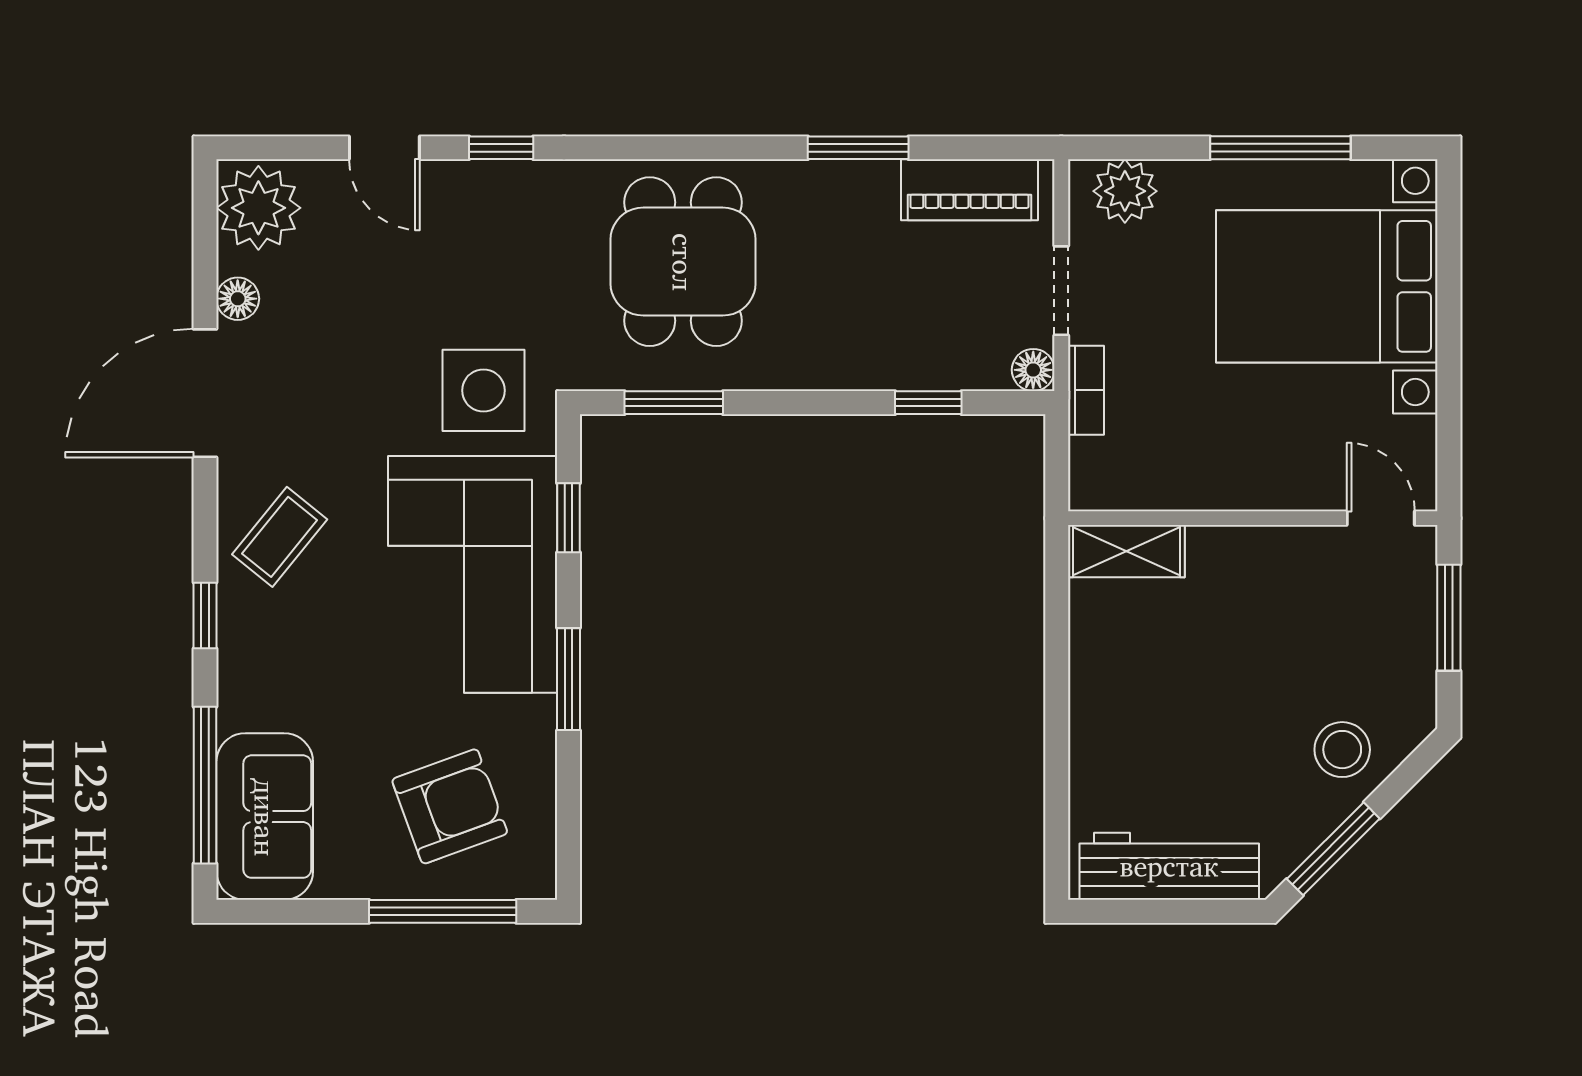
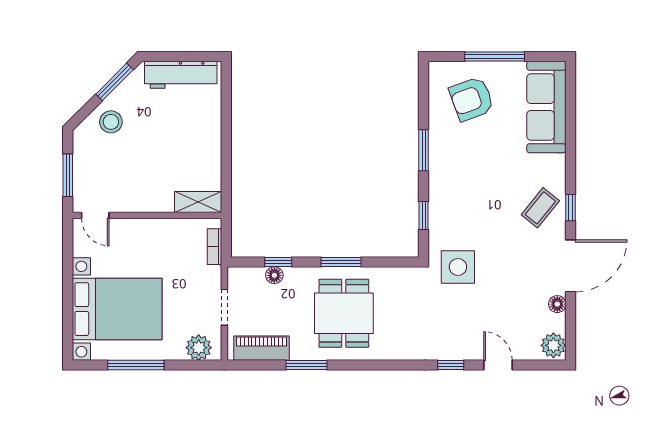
plant: (258, 208) -> (553, 345), width x0.73, depth x0.73
dining table: (683, 262) -> (344, 313), moved
floor lamp: (1033, 370) -> (274, 275), moved
bookcase: (1086, 390) -> (214, 247), moved
window: (674, 403) -> (341, 262), moved
corner sofa: (473, 574) -> (462, 193), removed
window: (205, 615) -> (570, 208), moved
window: (205, 785) -> (570, 108), removed
sofa: (265, 817) -> (546, 107), width x1.36
window: (443, 911) -> (495, 56), moved

